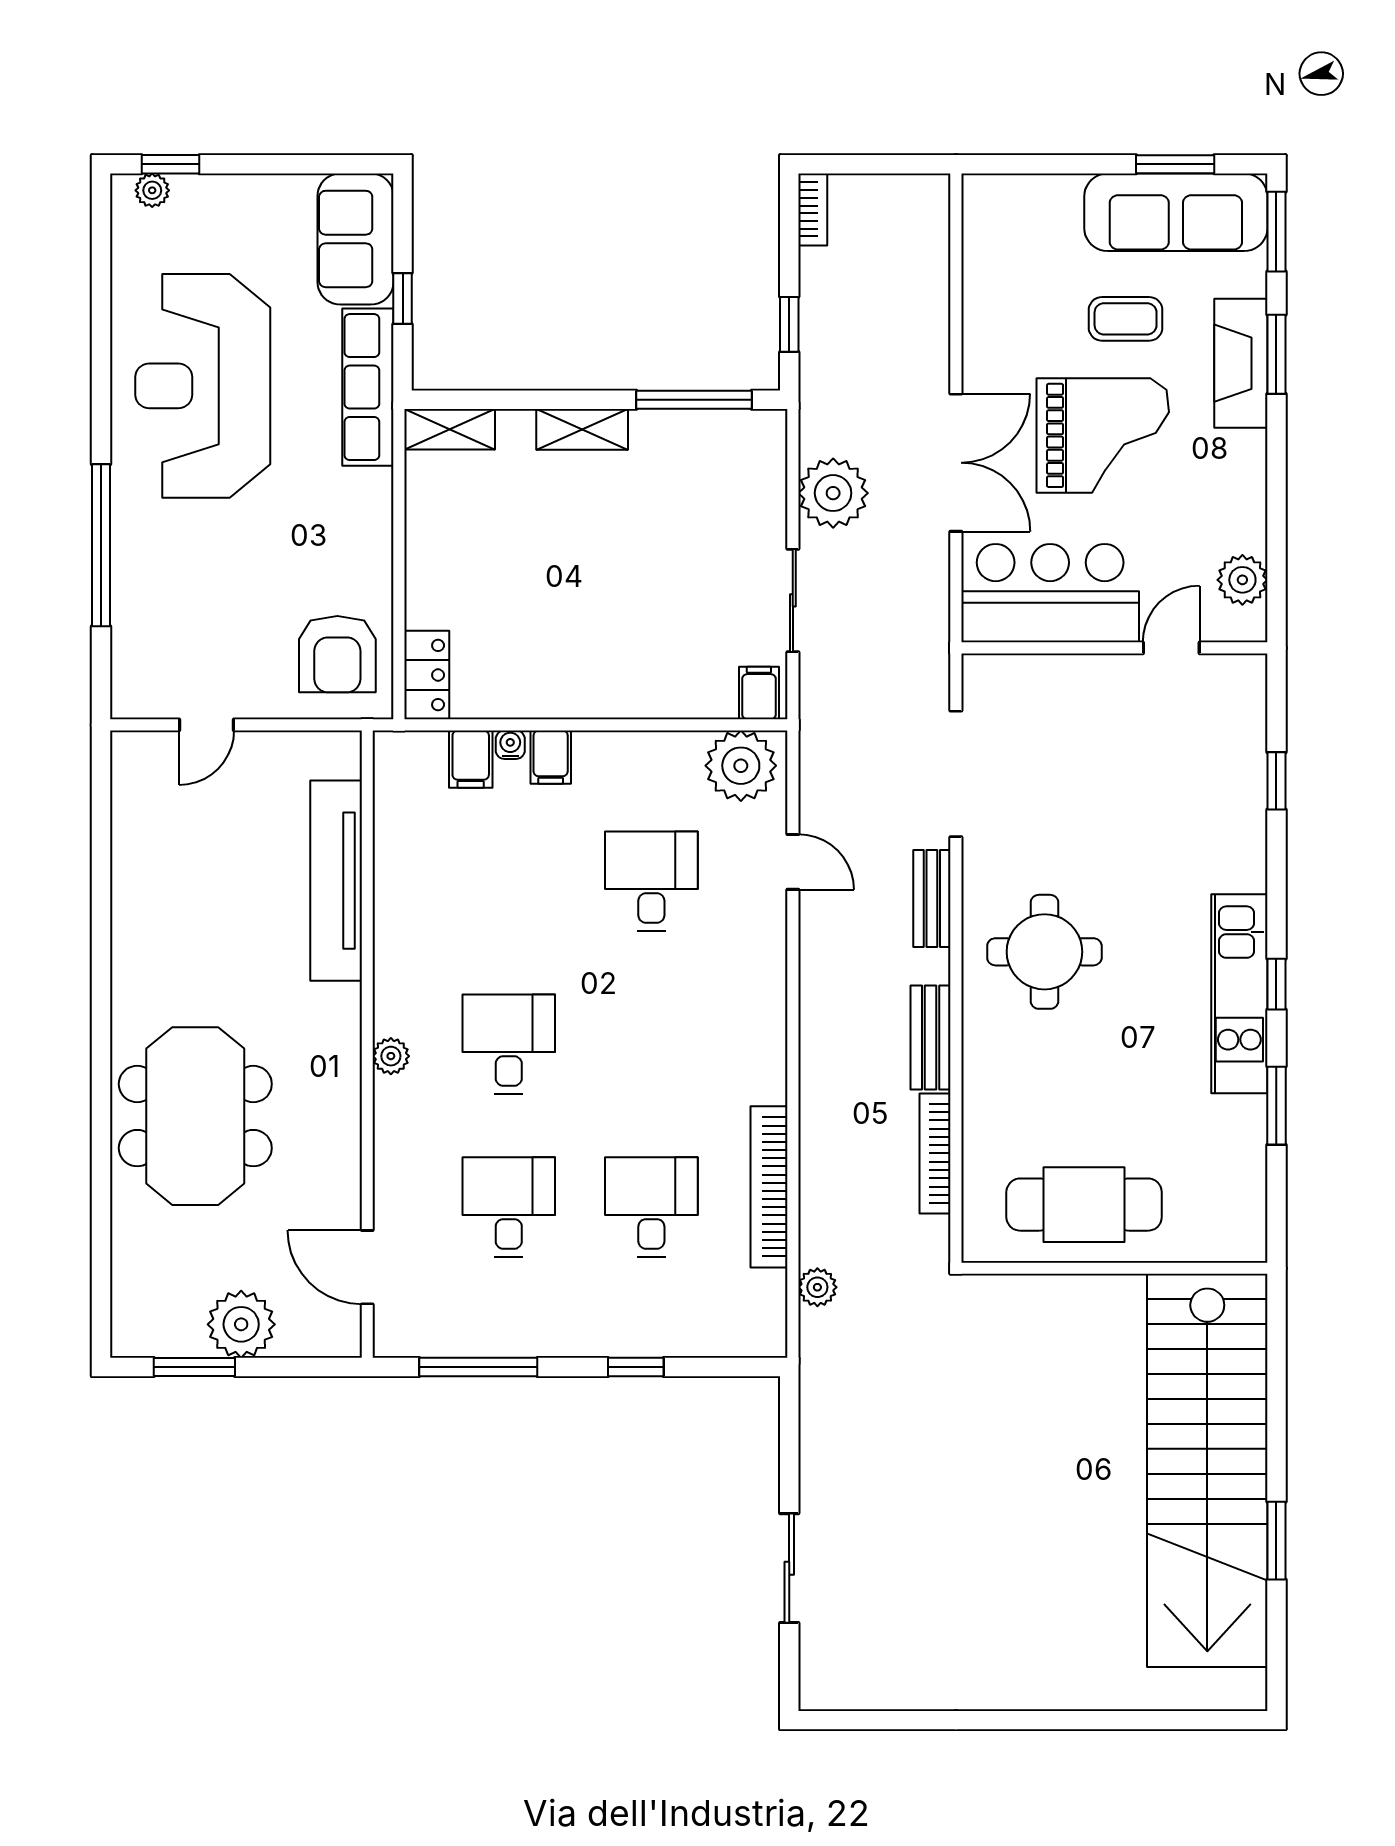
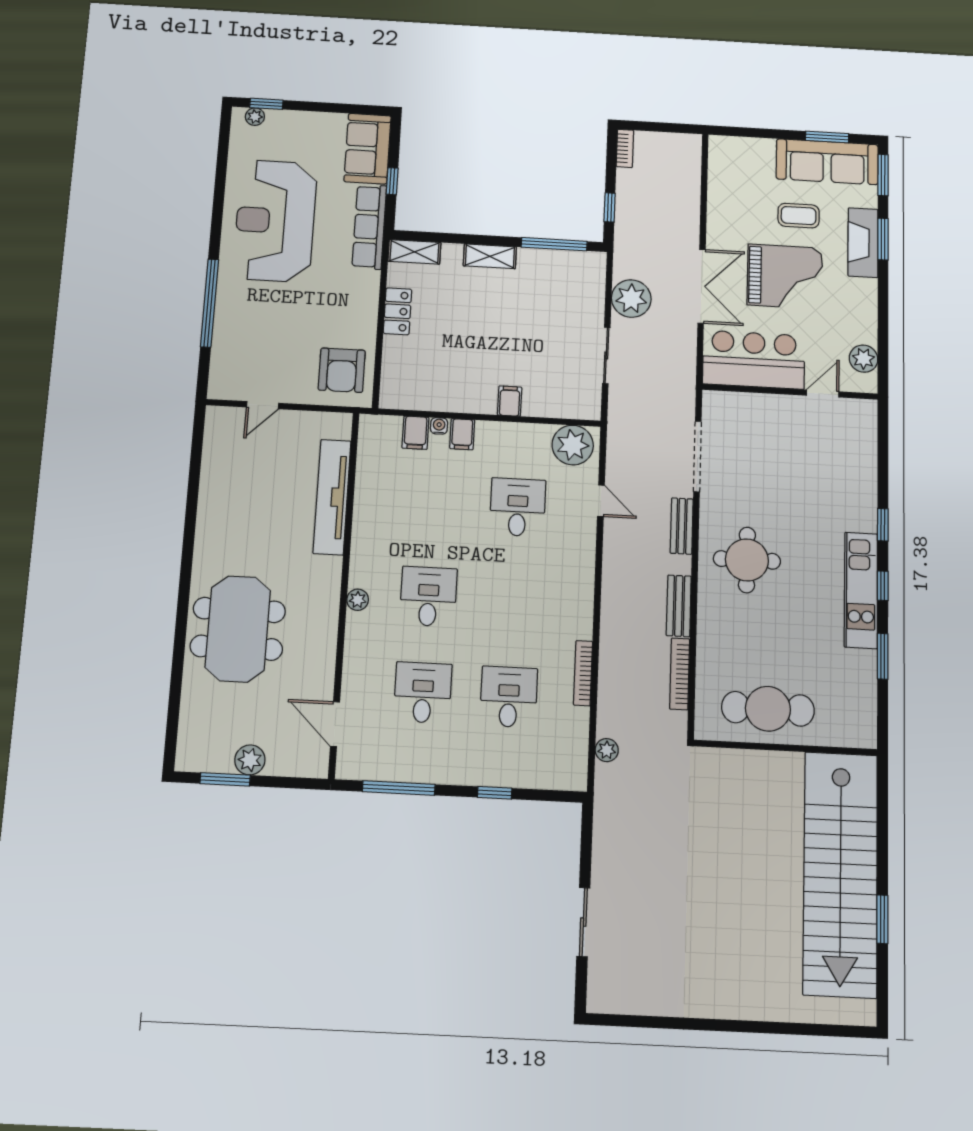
locker: (427, 675) -> (398, 311), moved
filing cabinet: (759, 693) -> (510, 401), moved
window: (1276, 781) -> (883, 525), moved
bookcase: (769, 1187) -> (583, 673), width x0.68, depth x0.76
plant: (241, 1324) -> (250, 760), width x0.73, depth x0.73

